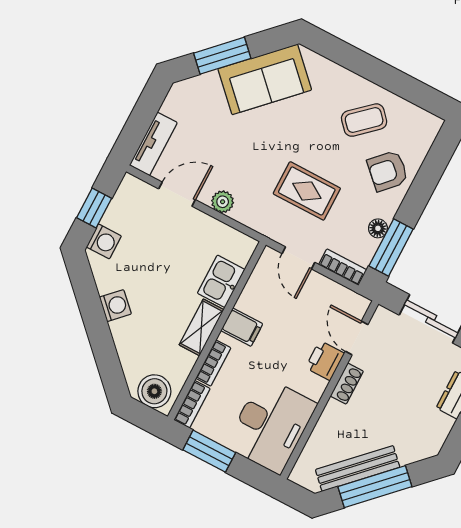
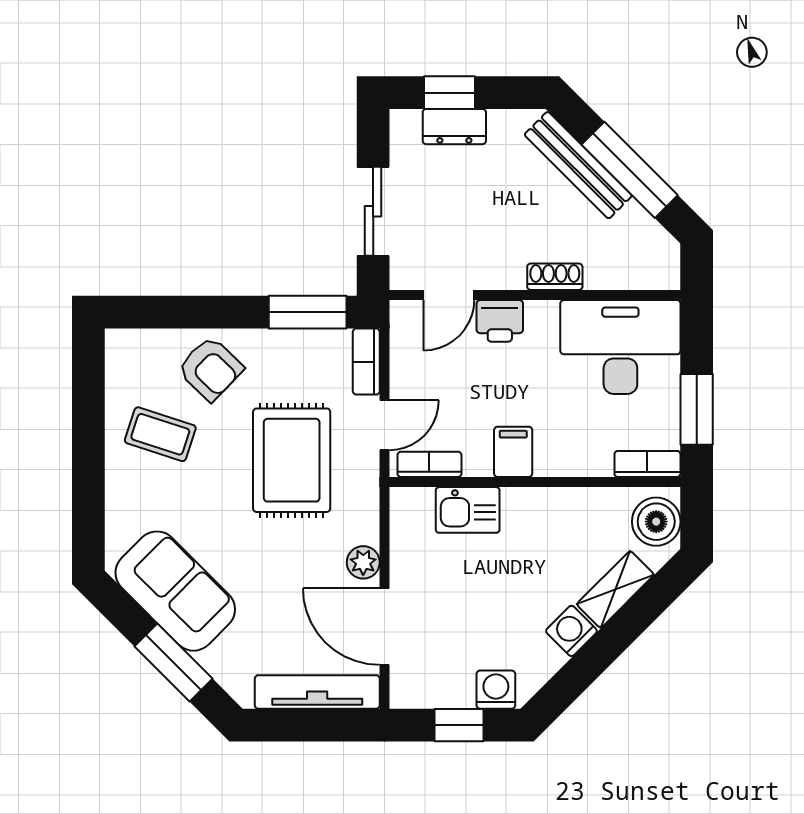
coffee table: (364, 120) -> (160, 434), turned -30
tv unit: (153, 144) -> (317, 692), width x1.41
rug: (307, 191) -> (292, 460), width x1.36, depth x1.43
door: (177, 194) -> (384, 627), width x1.37
floor lamp: (378, 228) -> (292, 342), removed
shelving: (201, 327) -> (615, 589), moved, turned -45
bookcase: (213, 363) -> (429, 464), moved
shoe rack: (347, 384) -> (555, 277), moved
bench: (358, 468) -> (578, 165), moved

